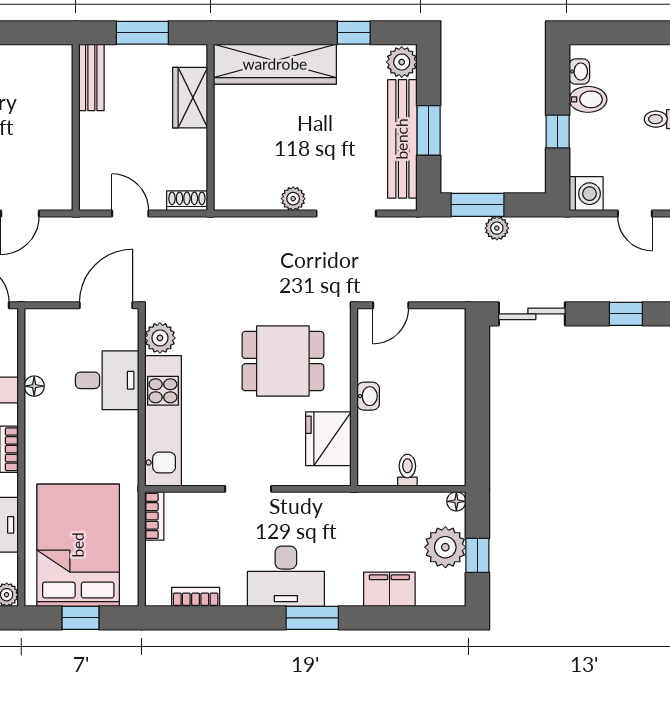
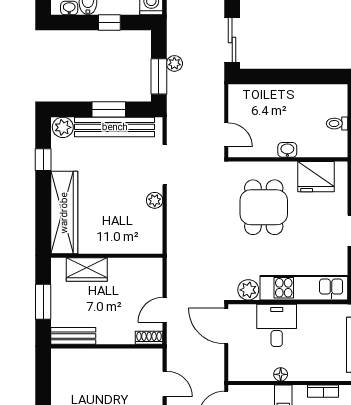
shoe rack: (187, 201) -> (149, 338), moved, turned 90

